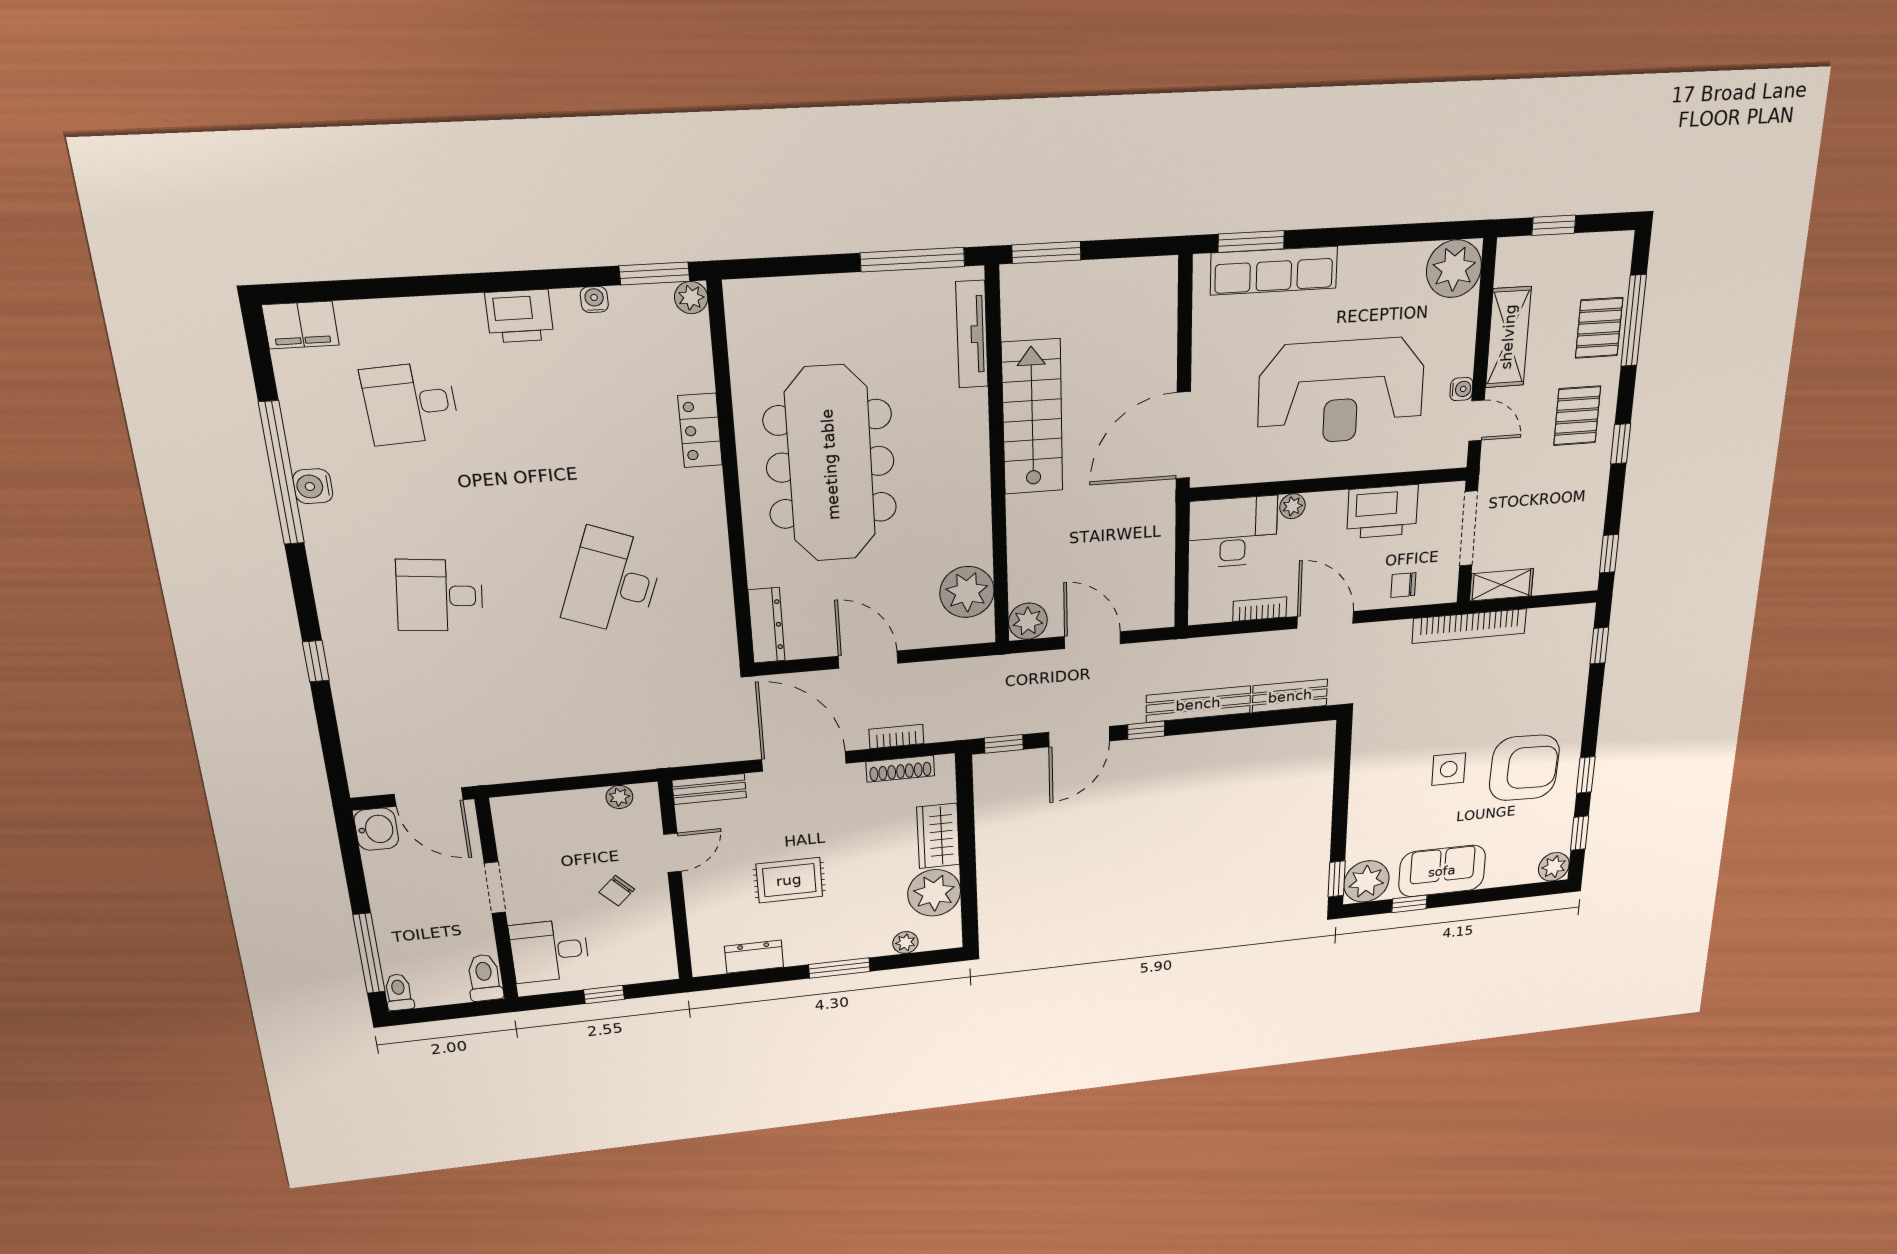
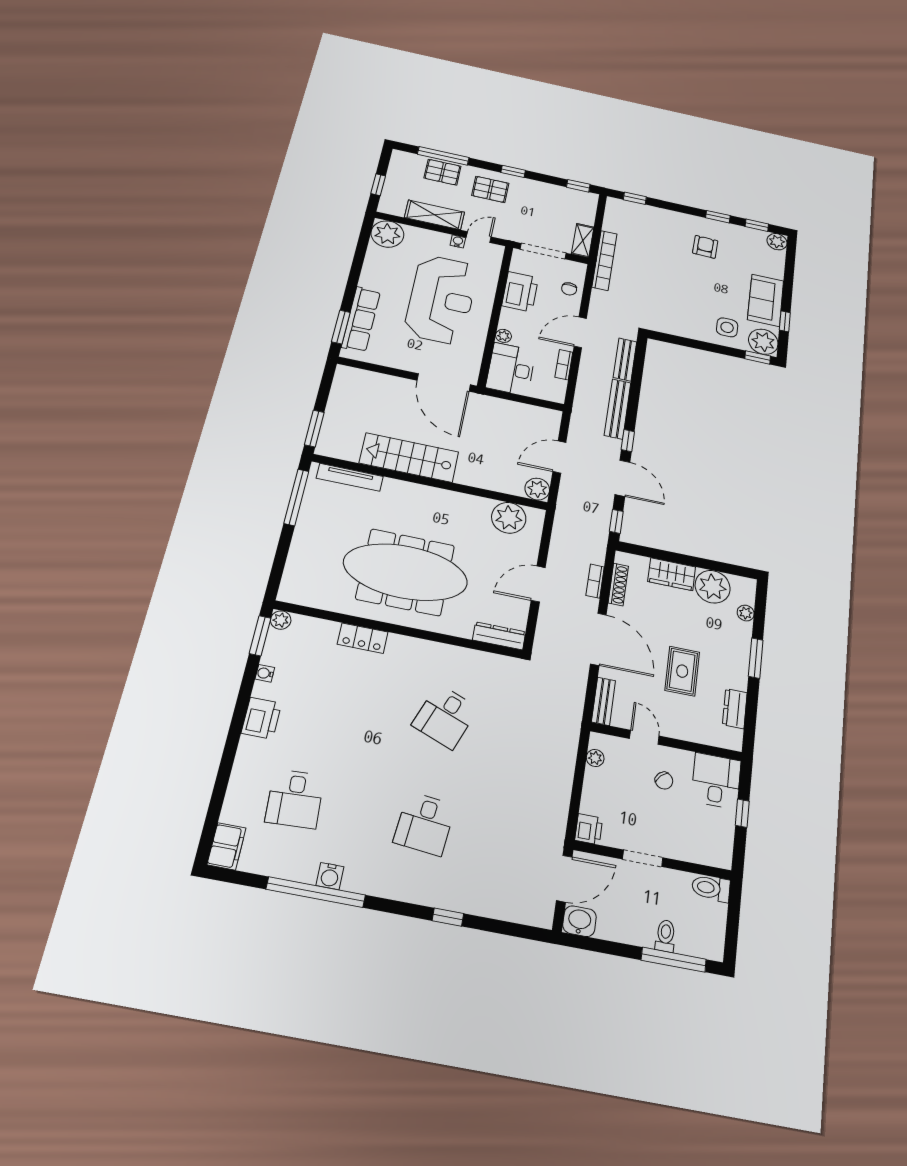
desk: (613, 582) -> (445, 717), width x0.73
door: (804, 761) -> (598, 639), swing flipped
armchair: (1524, 768) -> (705, 247), width x0.53, depth x0.53
side table: (1449, 769) -> (727, 327), moved
printer: (512, 812) -> (589, 829), added
desk: (550, 951) -> (716, 781), moved, turned 180
toilet: (399, 992) -> (665, 936), moved, turned 90

